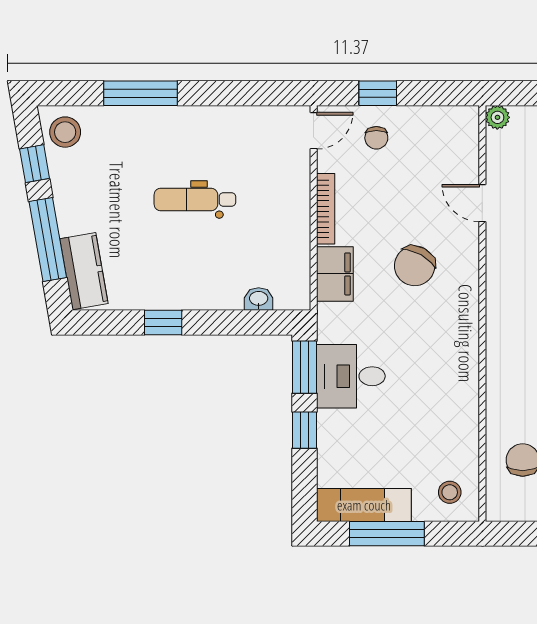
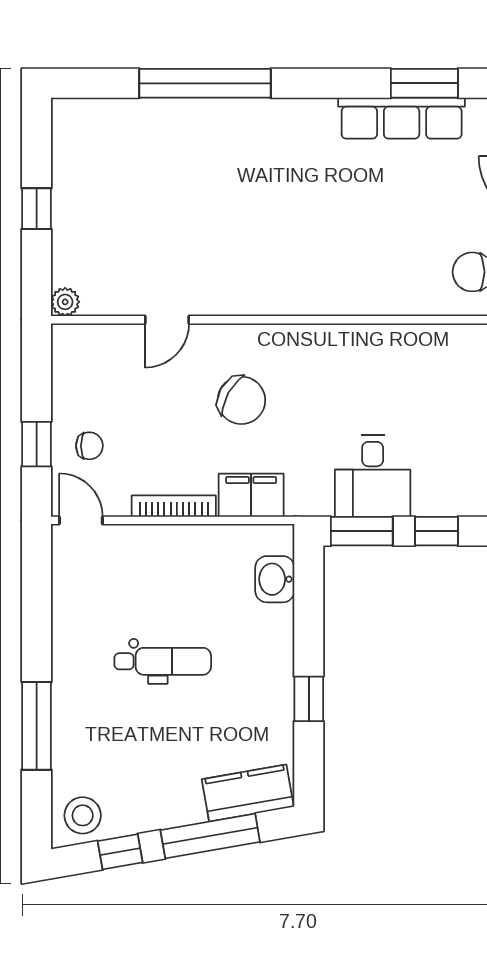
dental chair: (195, 199) -> (163, 661), turned -90
washbasin: (259, 299) -> (275, 579), width x1.38, depth x1.45

